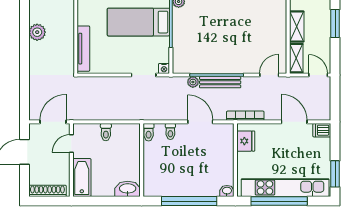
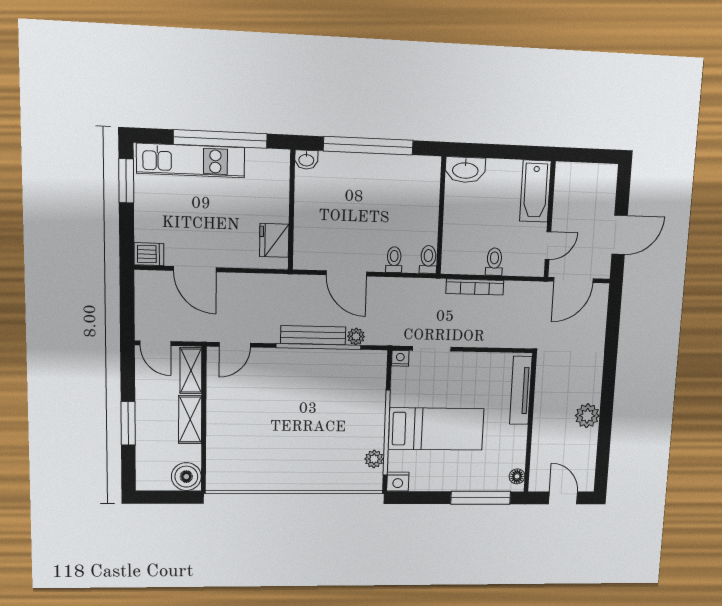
bookcase: (245, 116) -> (475, 287), moved
kitchen unit: (285, 188) -> (191, 160), width x0.73
shoe rack: (47, 191) -> (589, 172), removed

